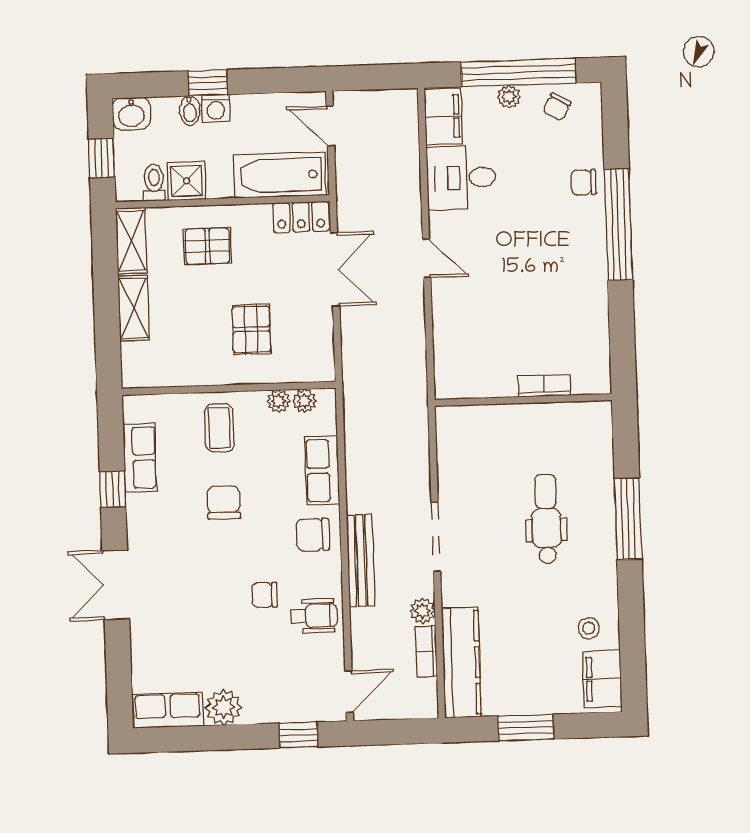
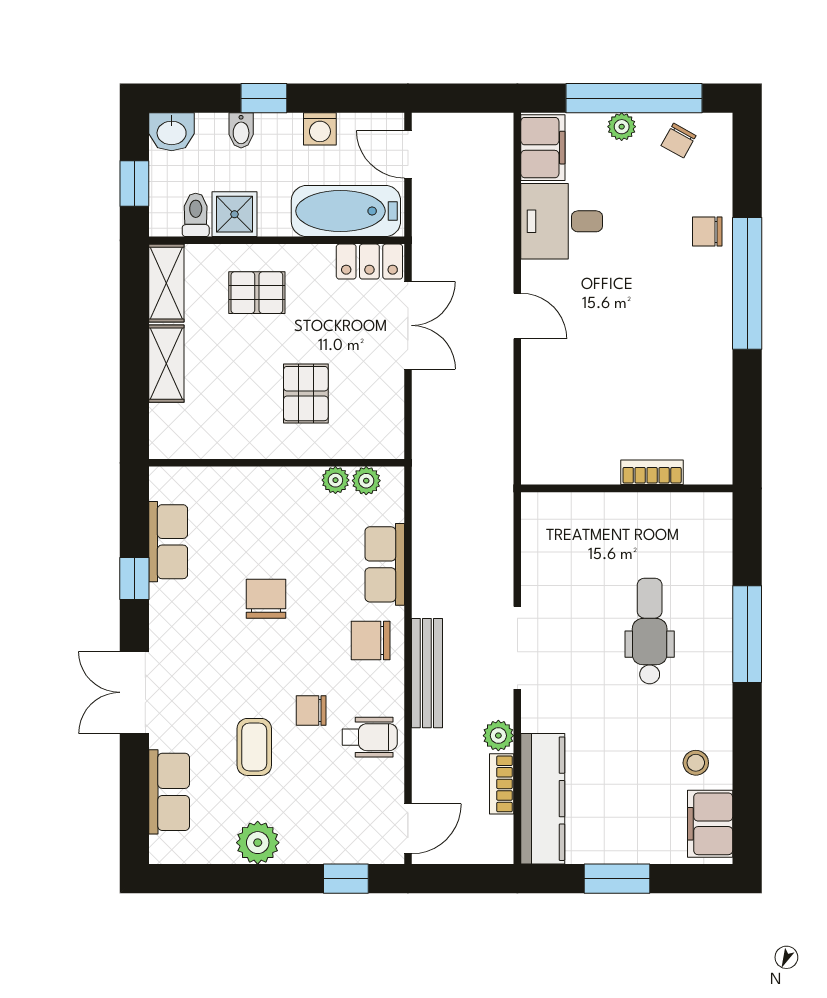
washing machine: (216, 108) -> (320, 129), moved
coffee table: (219, 428) -> (254, 747), moved
row of seats: (168, 710) -> (169, 792), moved, turned 90

